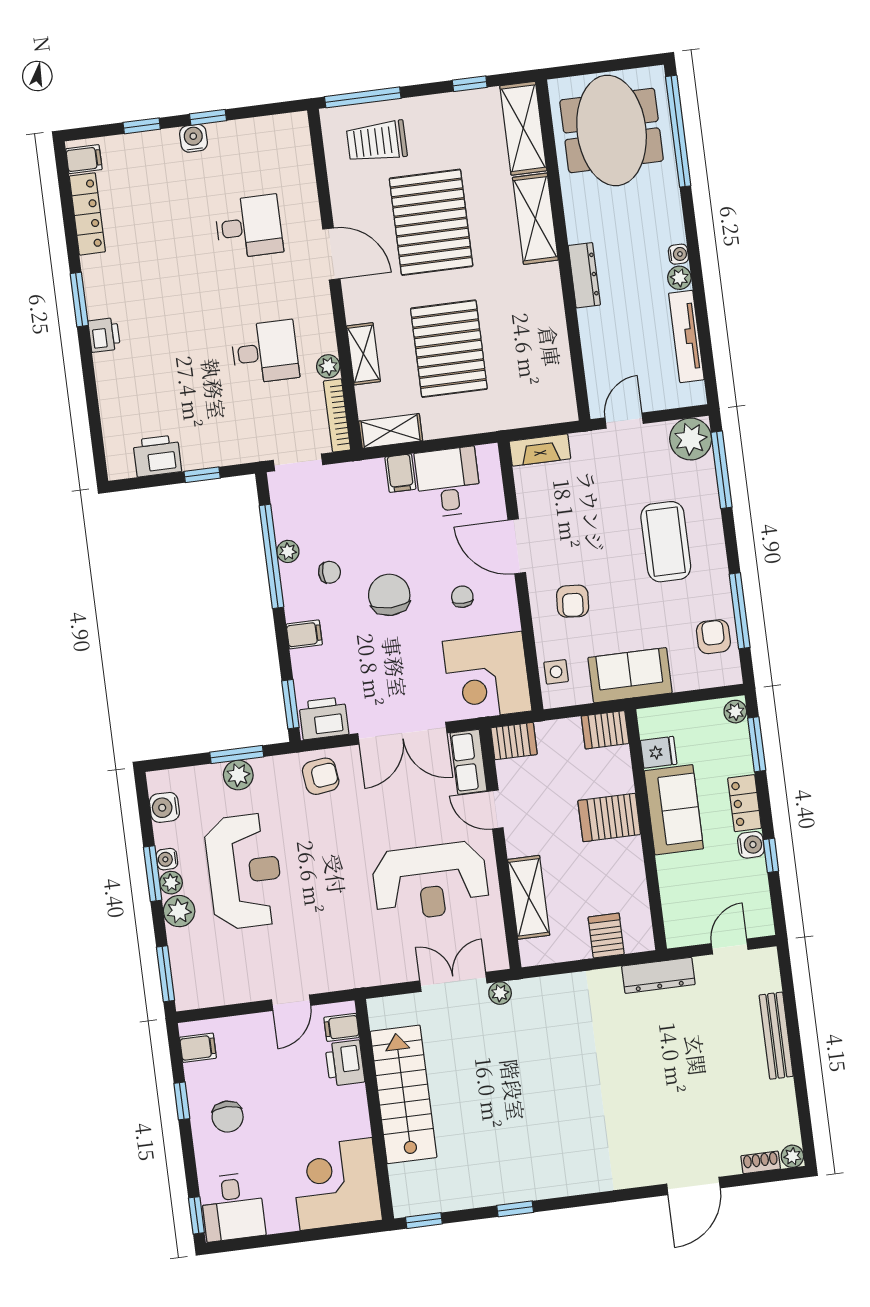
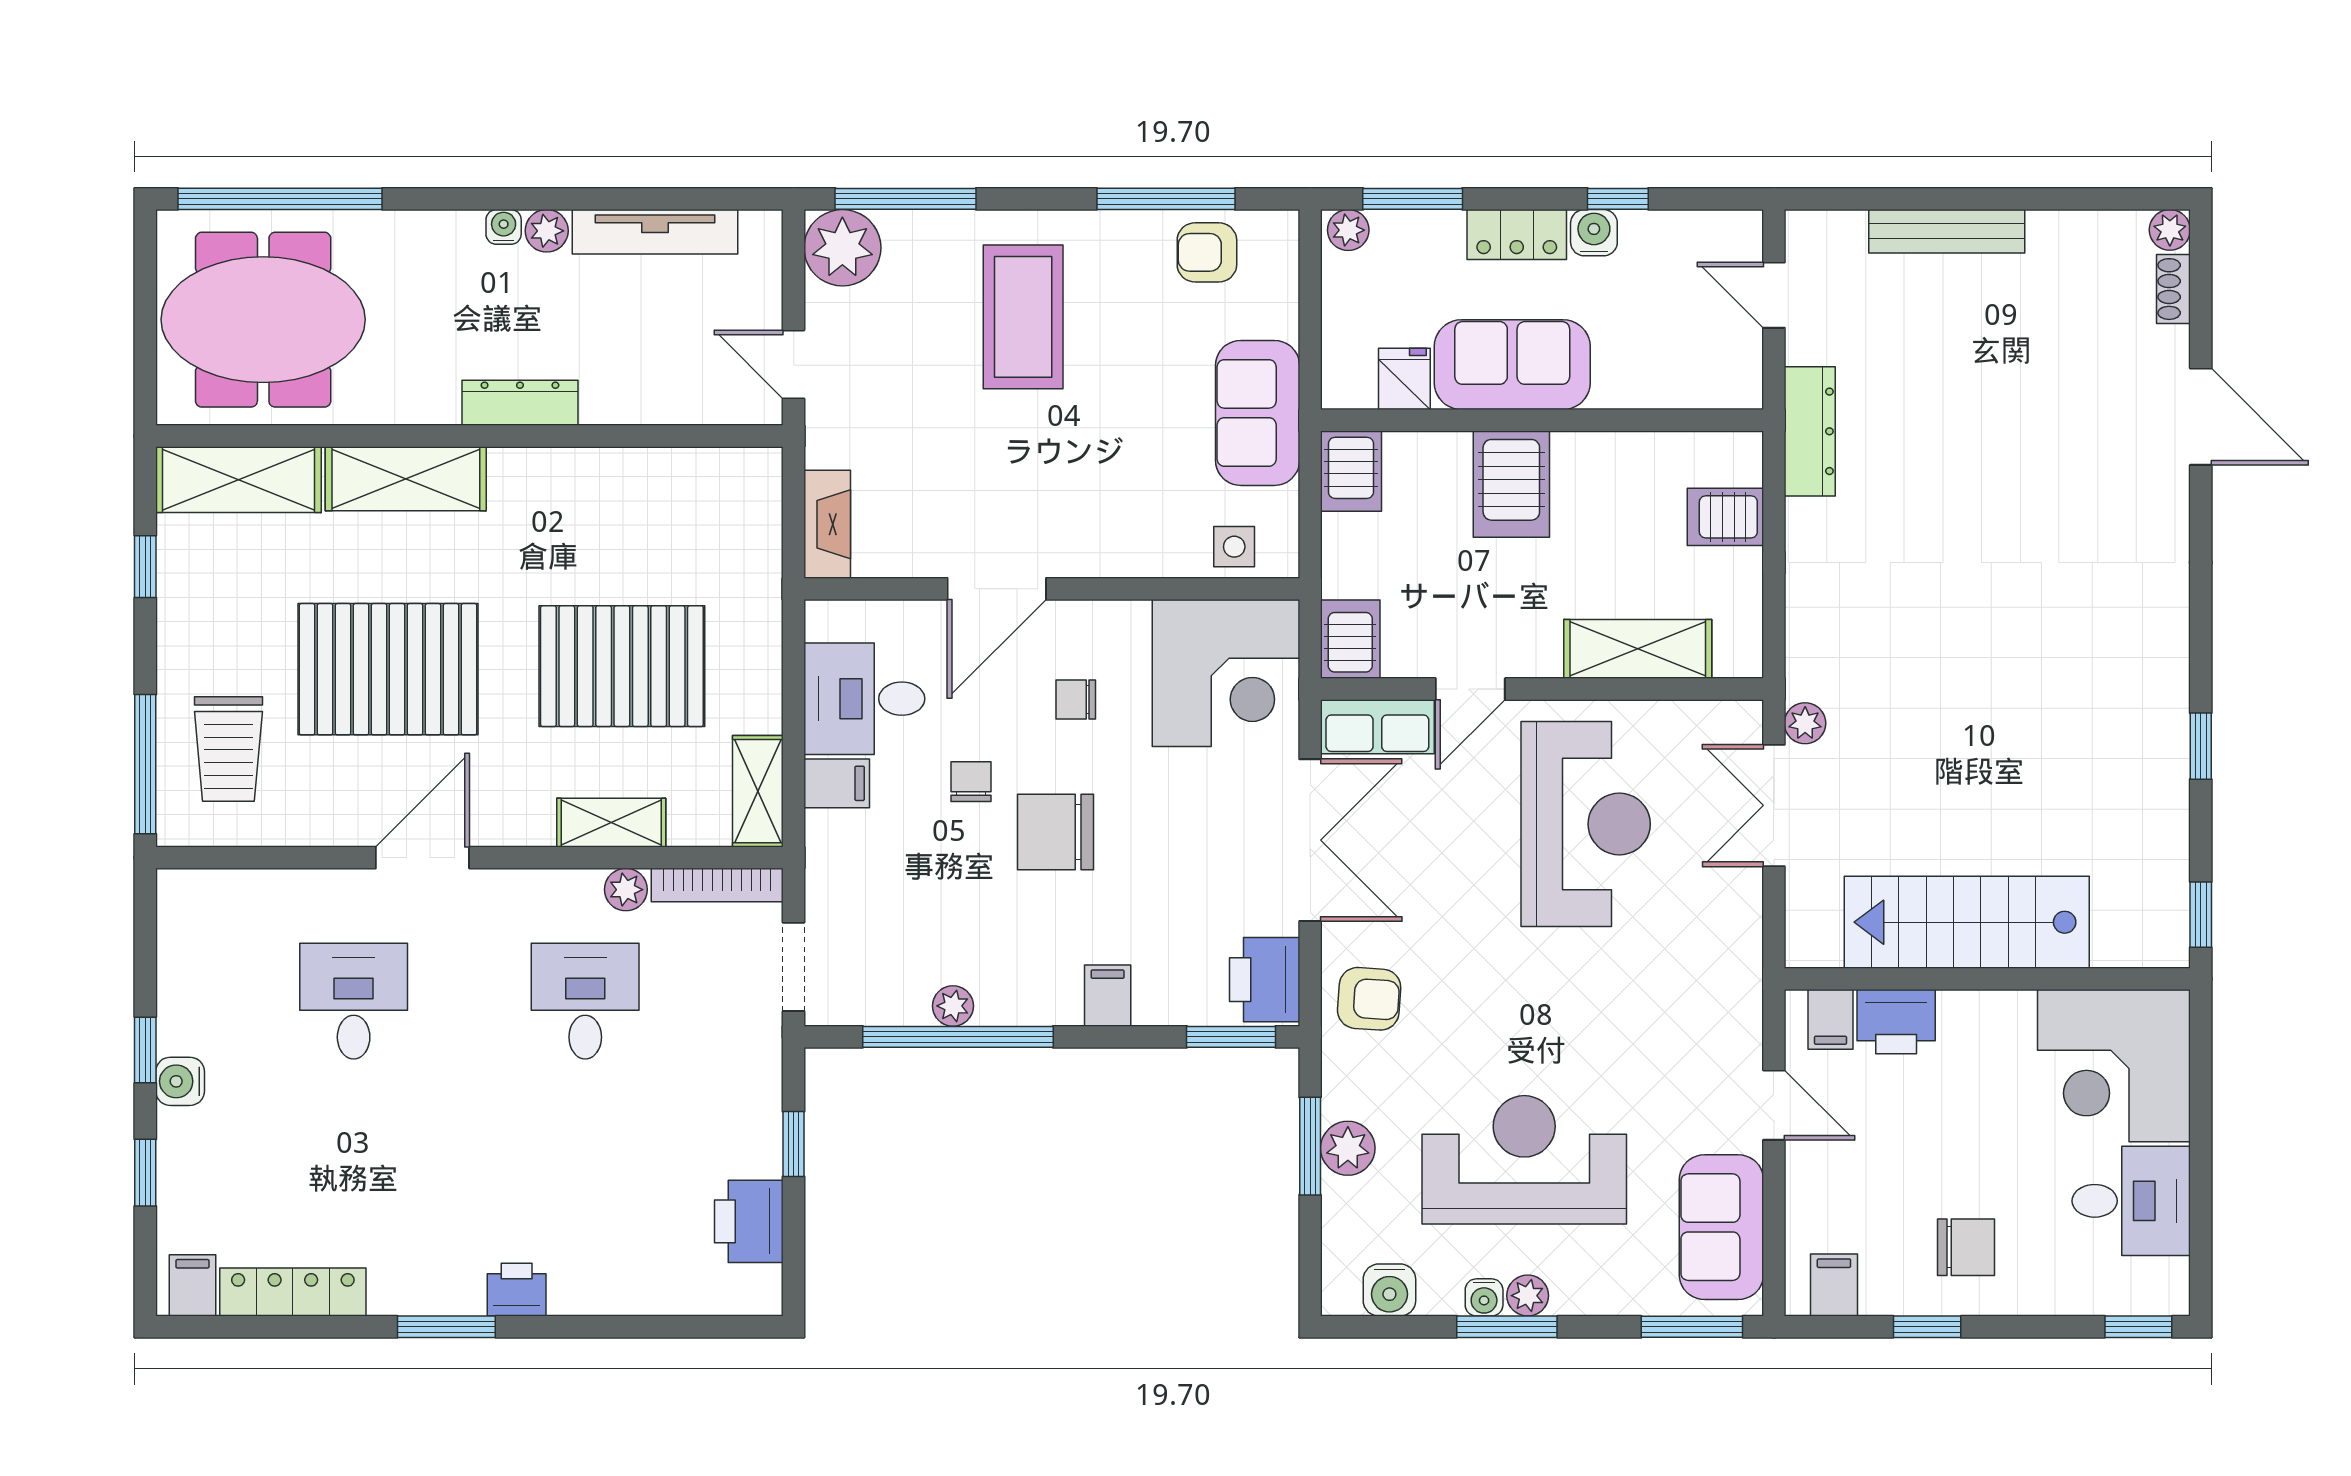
coffee table: (666, 542) -> (1023, 317), turned 90
chair: (329, 572) -> (971, 782), moved
armchair: (573, 601) -> (1110, 500), removed
armchair: (321, 776) -> (1369, 999), turned 101
plant: (179, 911) -> (1581, 1287), removed
sofa: (221, 983) -> (1721, 1227), added
desk: (233, 1207) -> (2131, 1201), moved

